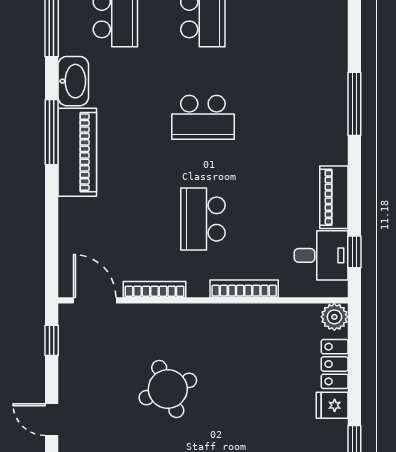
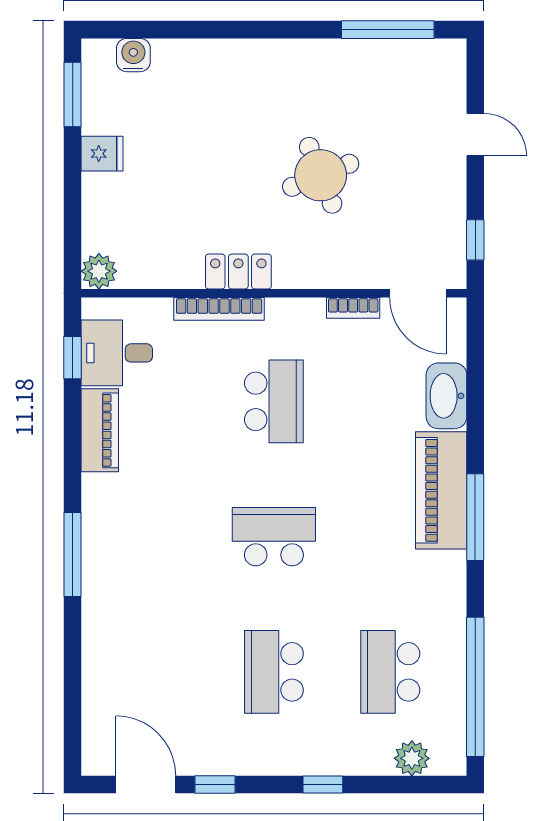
washbasin: (73, 81) -> (446, 396), moved
bookcase: (155, 289) -> (353, 308), width x0.64
locker: (335, 364) -> (238, 271), moved, turned -90

